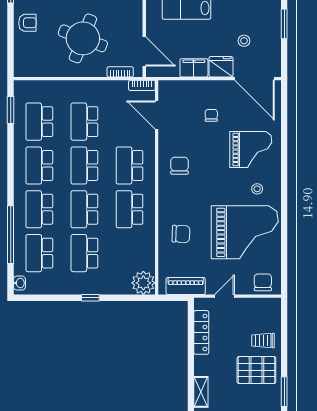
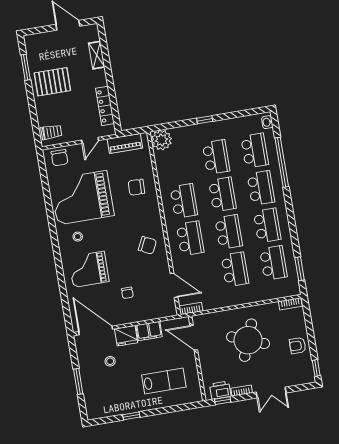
bookcase: (120, 72) -> (290, 304), moved
chair: (179, 166) -> (147, 245), turned -64
trolley: (263, 341) -> (51, 132), moved

